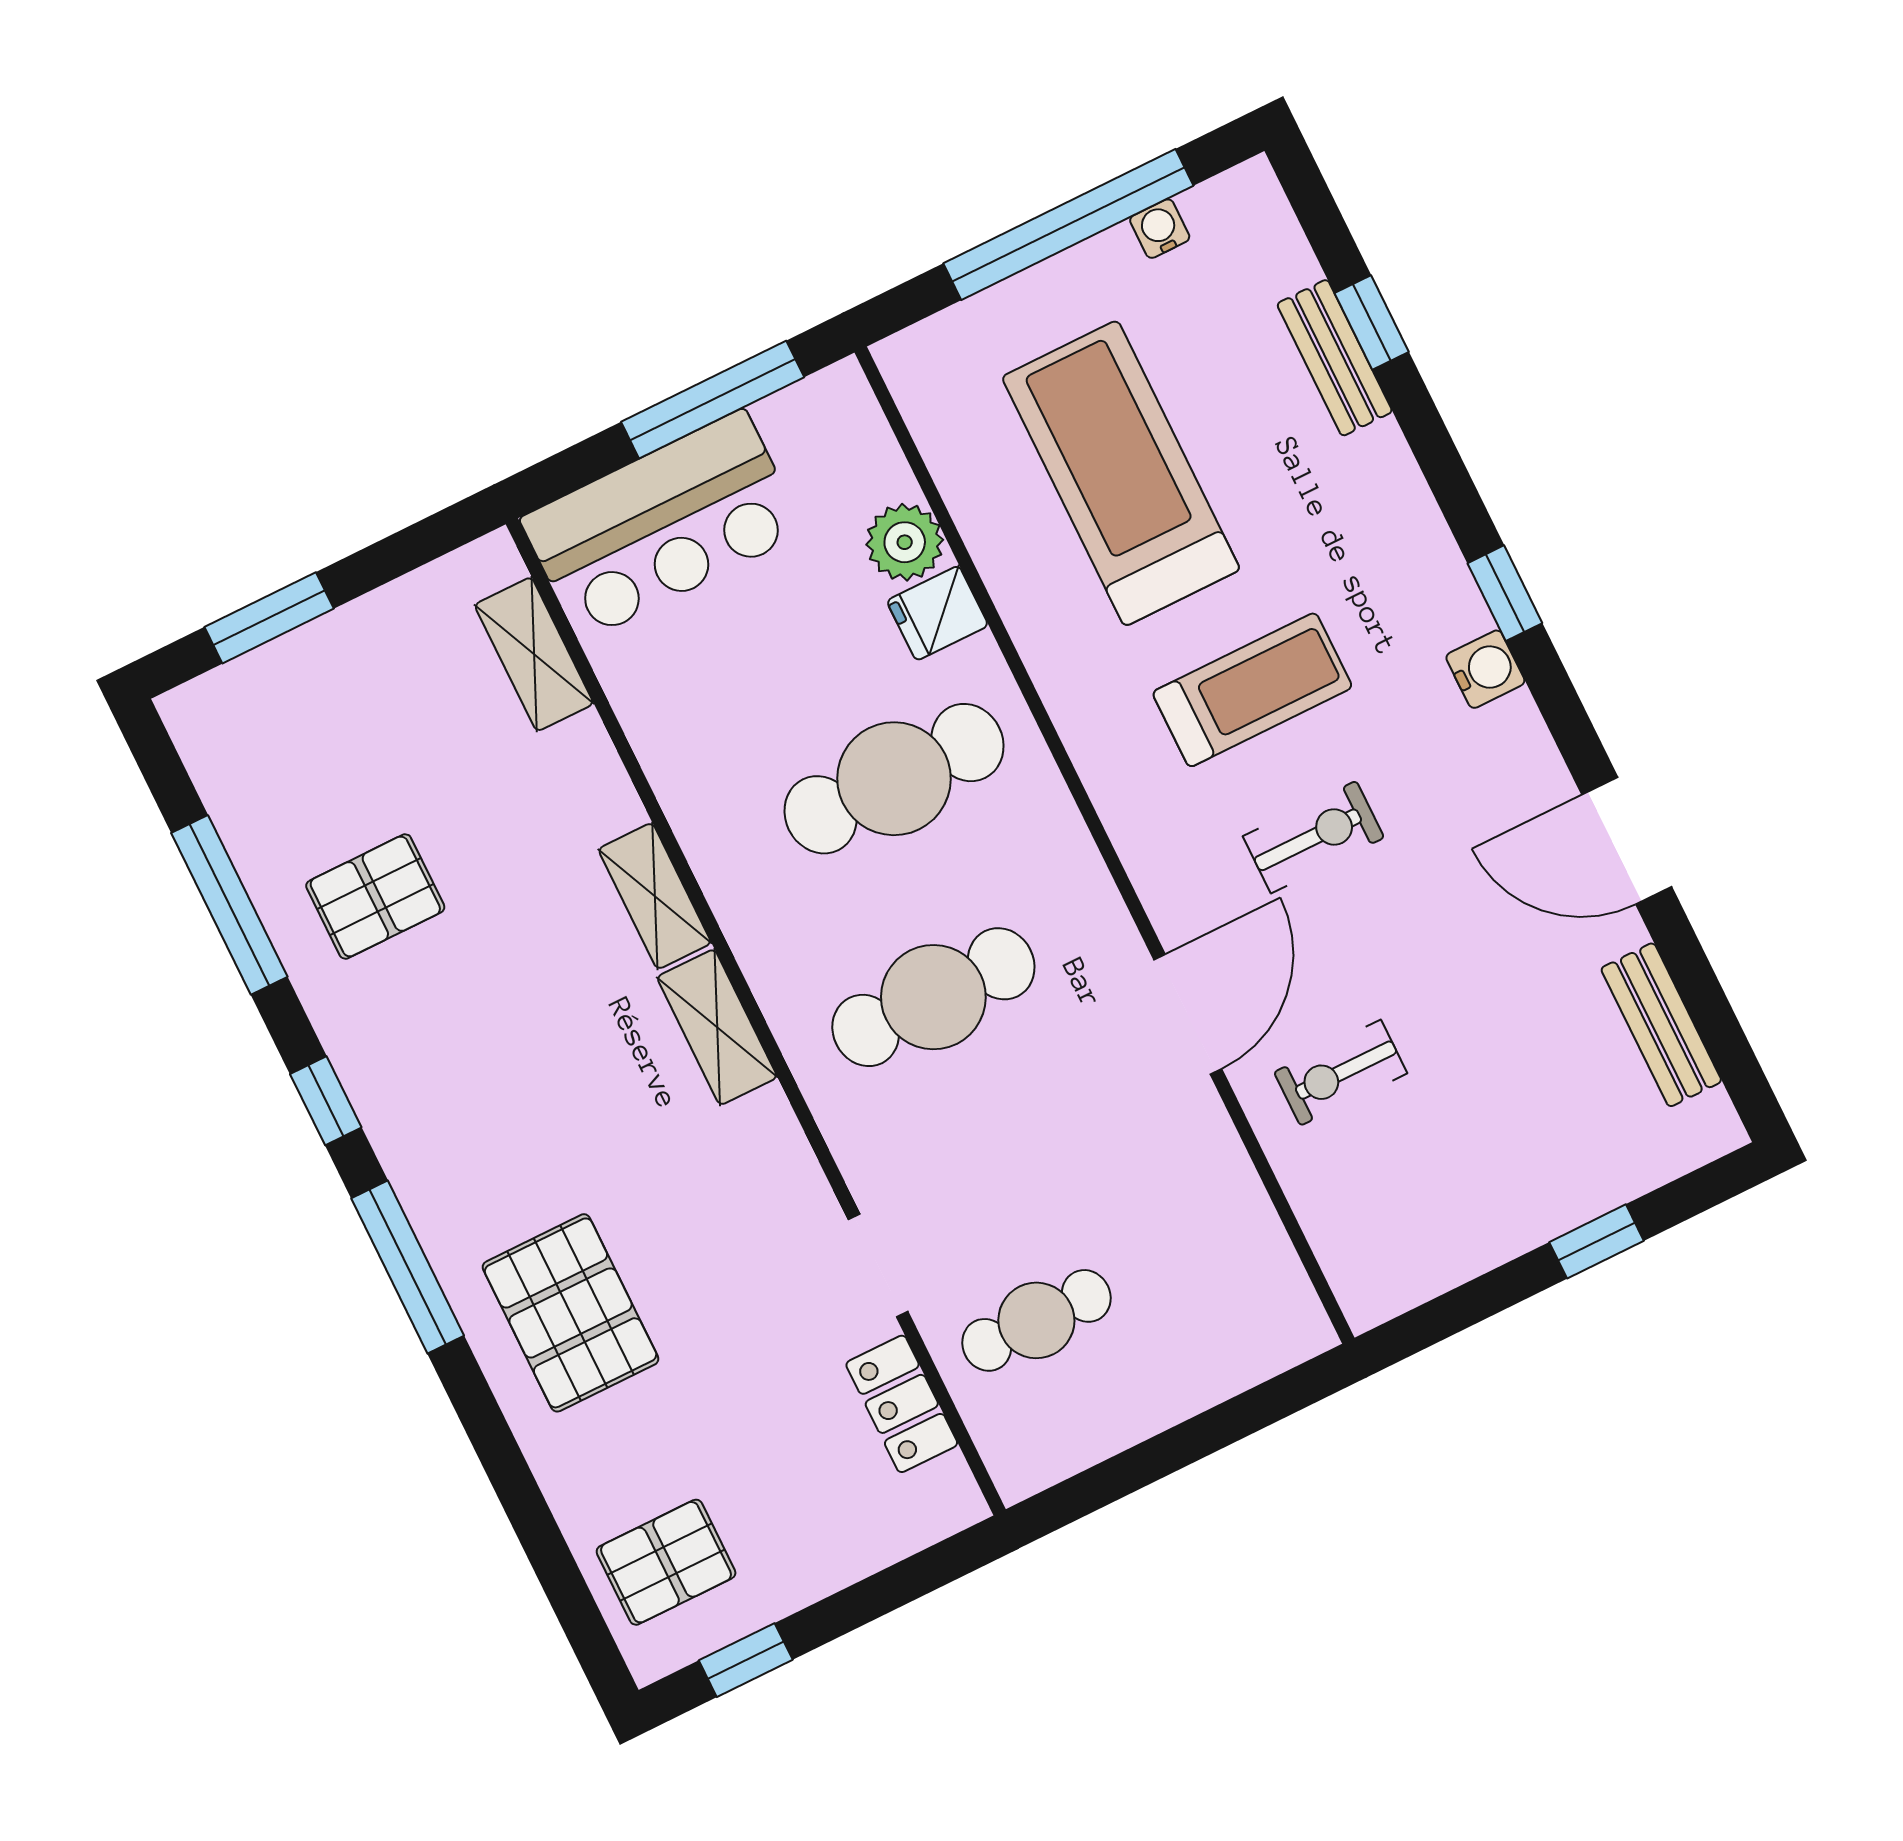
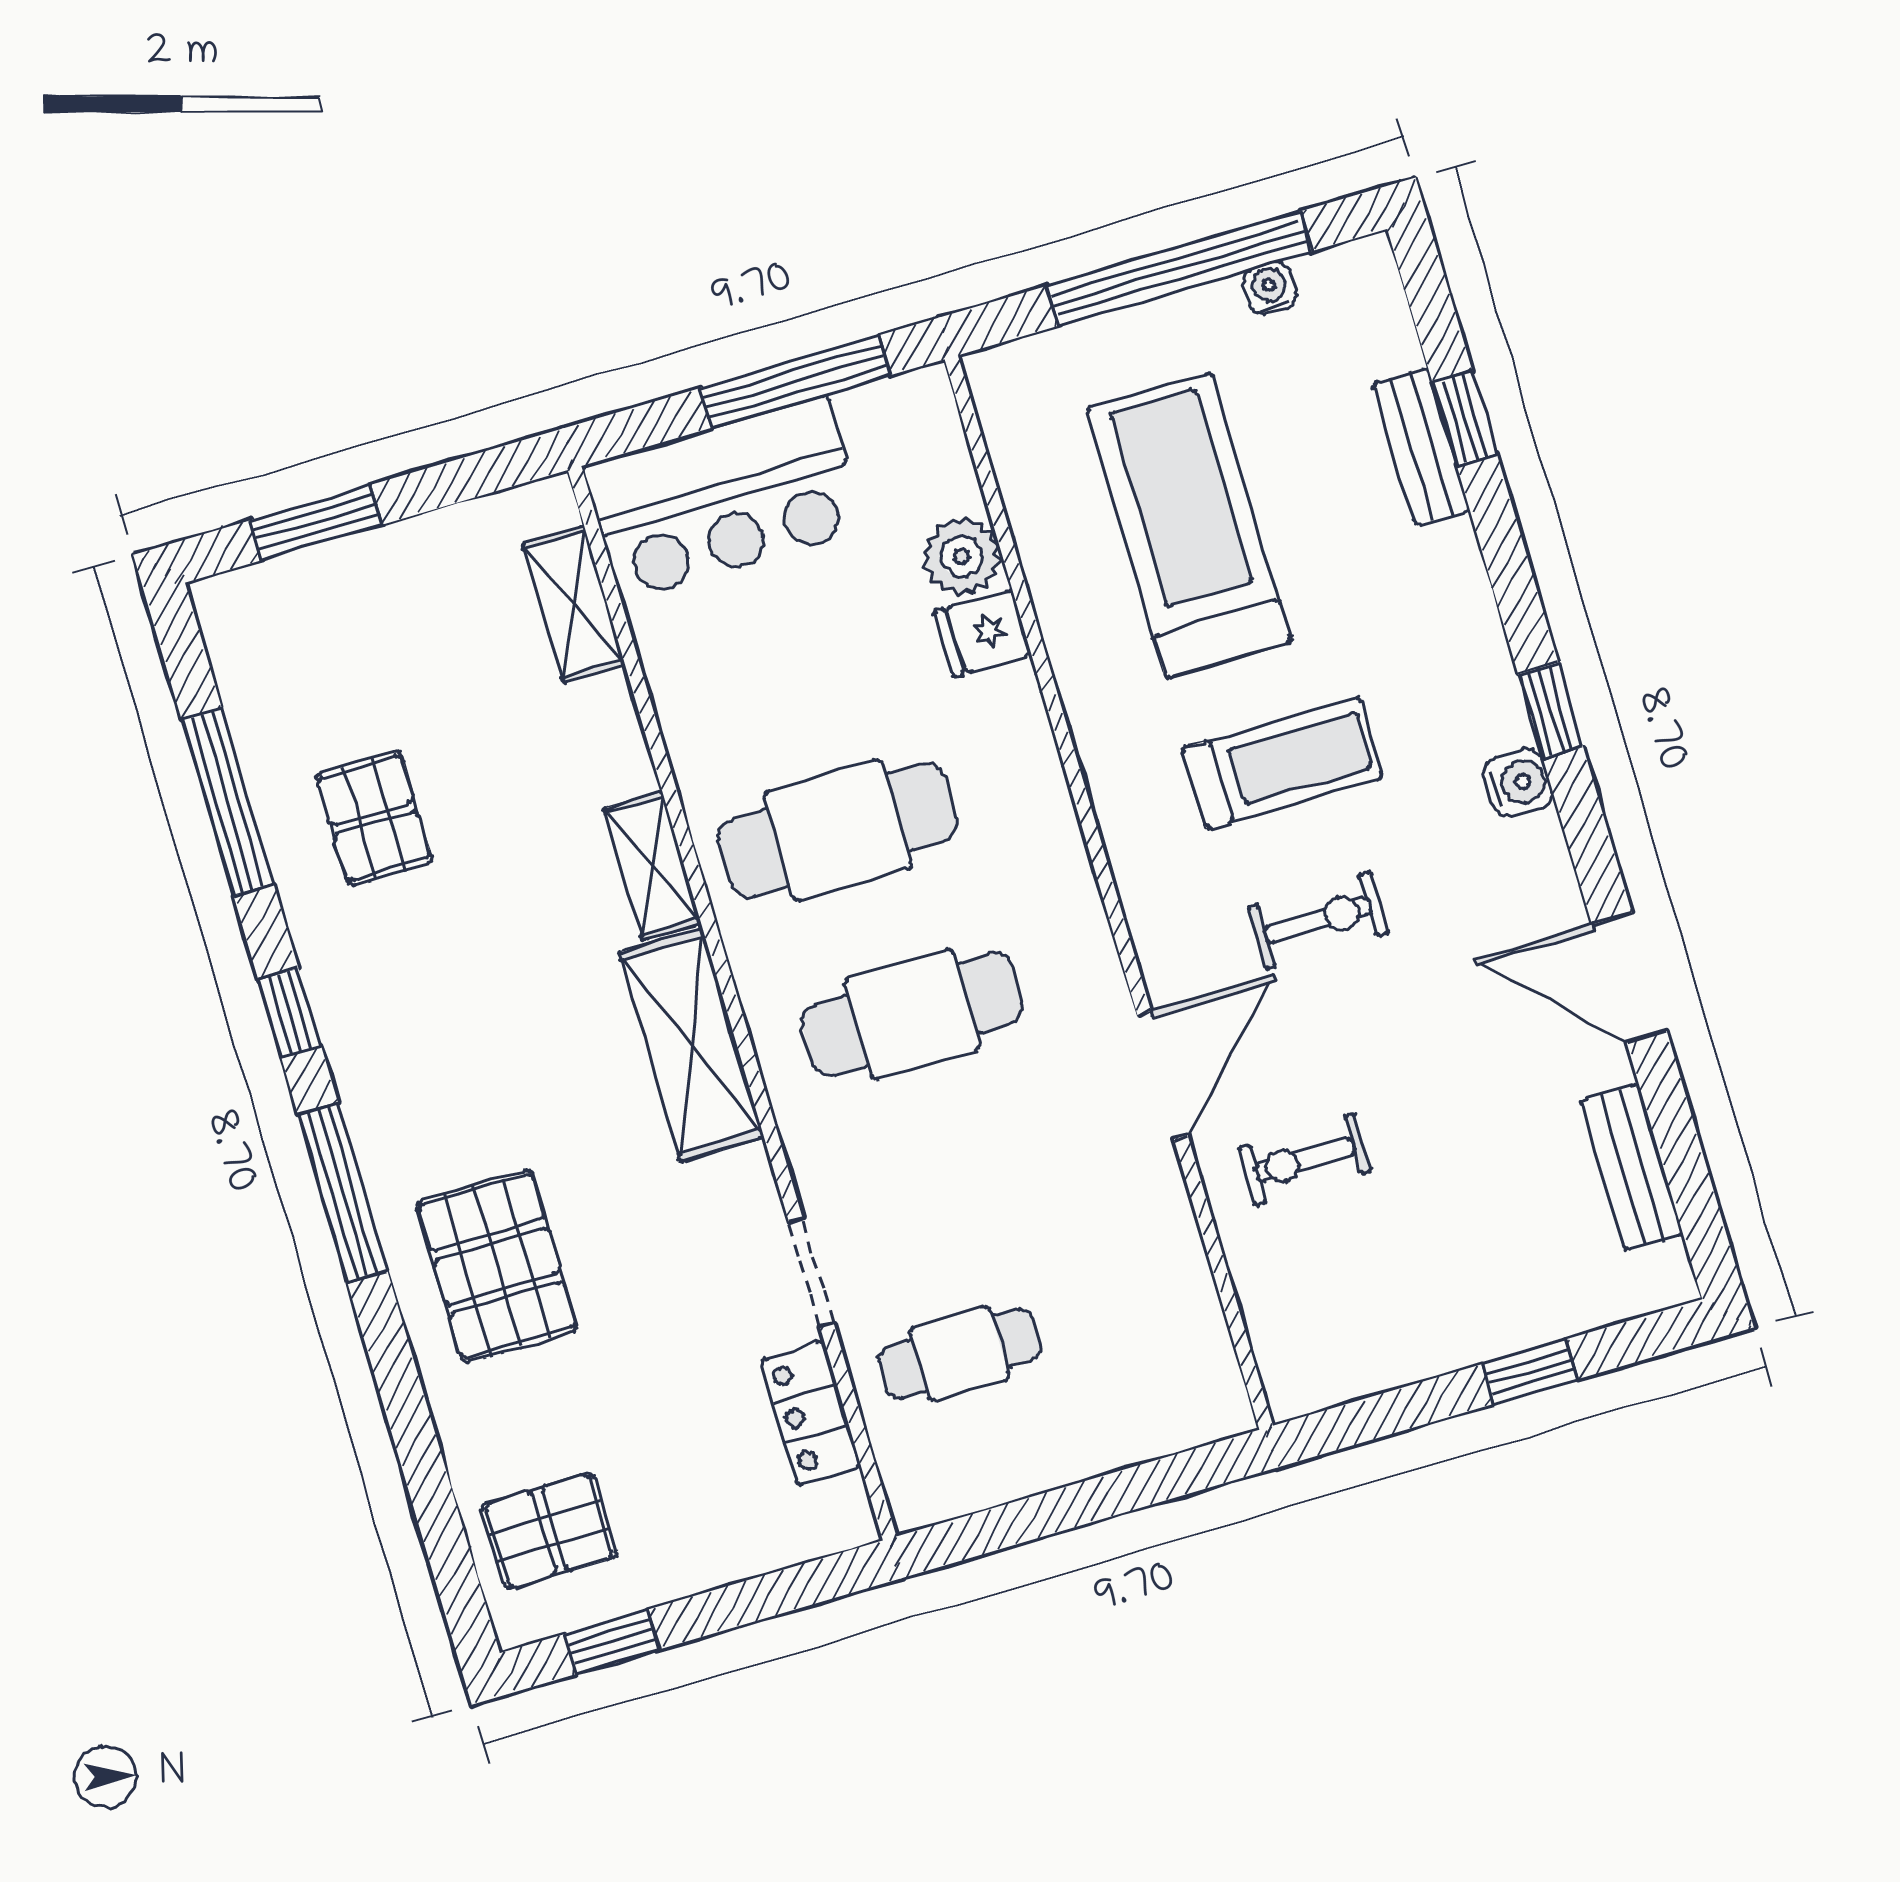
cafe table: (894, 779) -> (838, 830), moved
pallet: (375, 896) -> (374, 818), turned 90
shelving: (717, 1027) -> (692, 1045), width x1.50, depth x1.33

